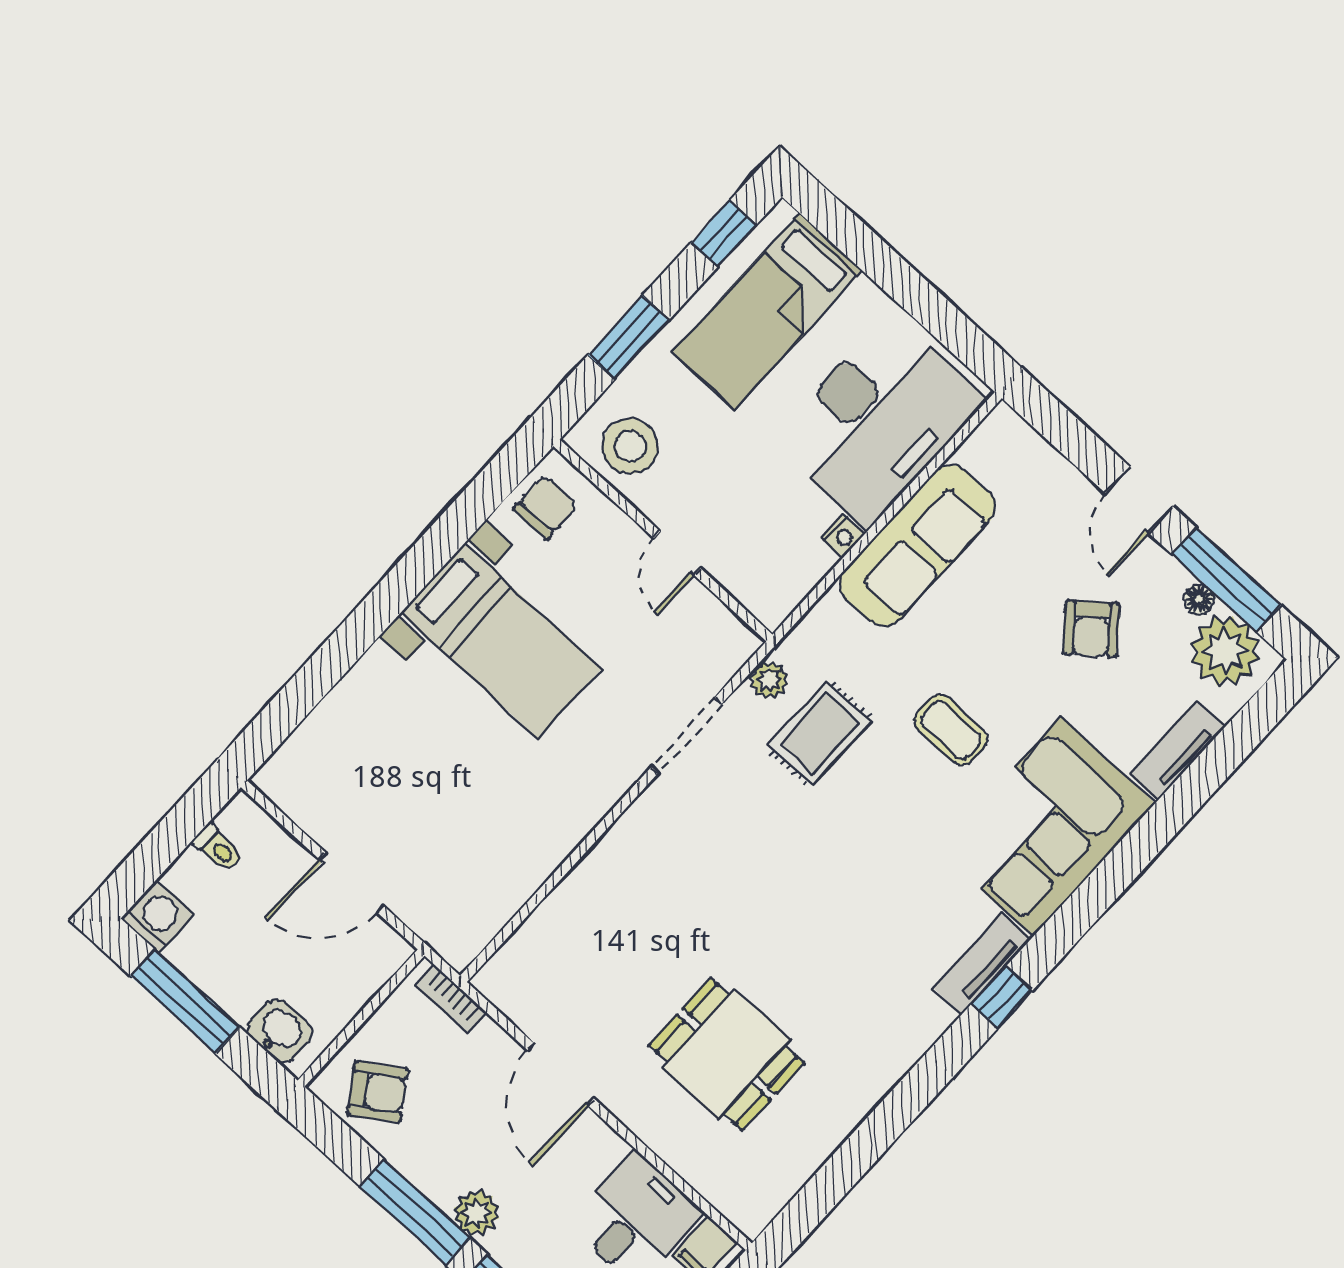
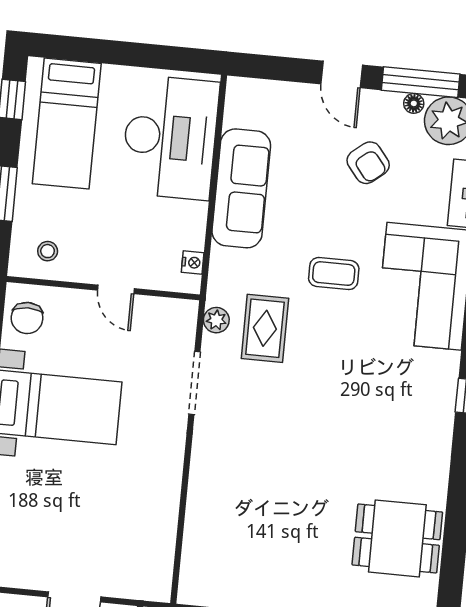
stool: (630, 446) -> (48, 251), width x0.53, depth x0.53
chair: (545, 507) -> (27, 318), turned 180
nightstand: (843, 536) -> (193, 263), moved
tv unit: (982, 963) -> (445, 386), removed
dining table: (726, 1054) -> (397, 538), moved

